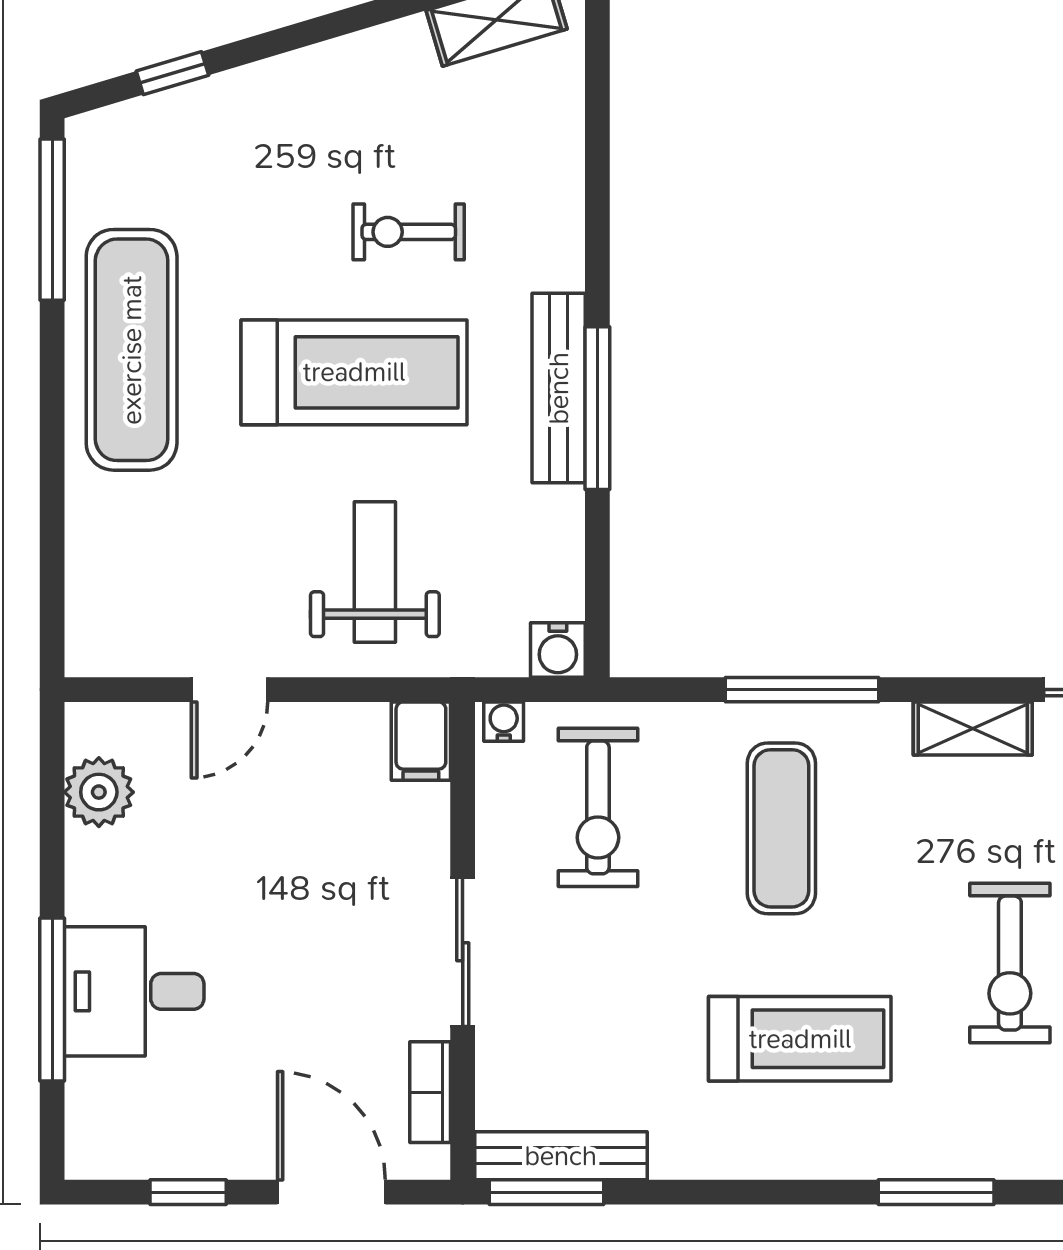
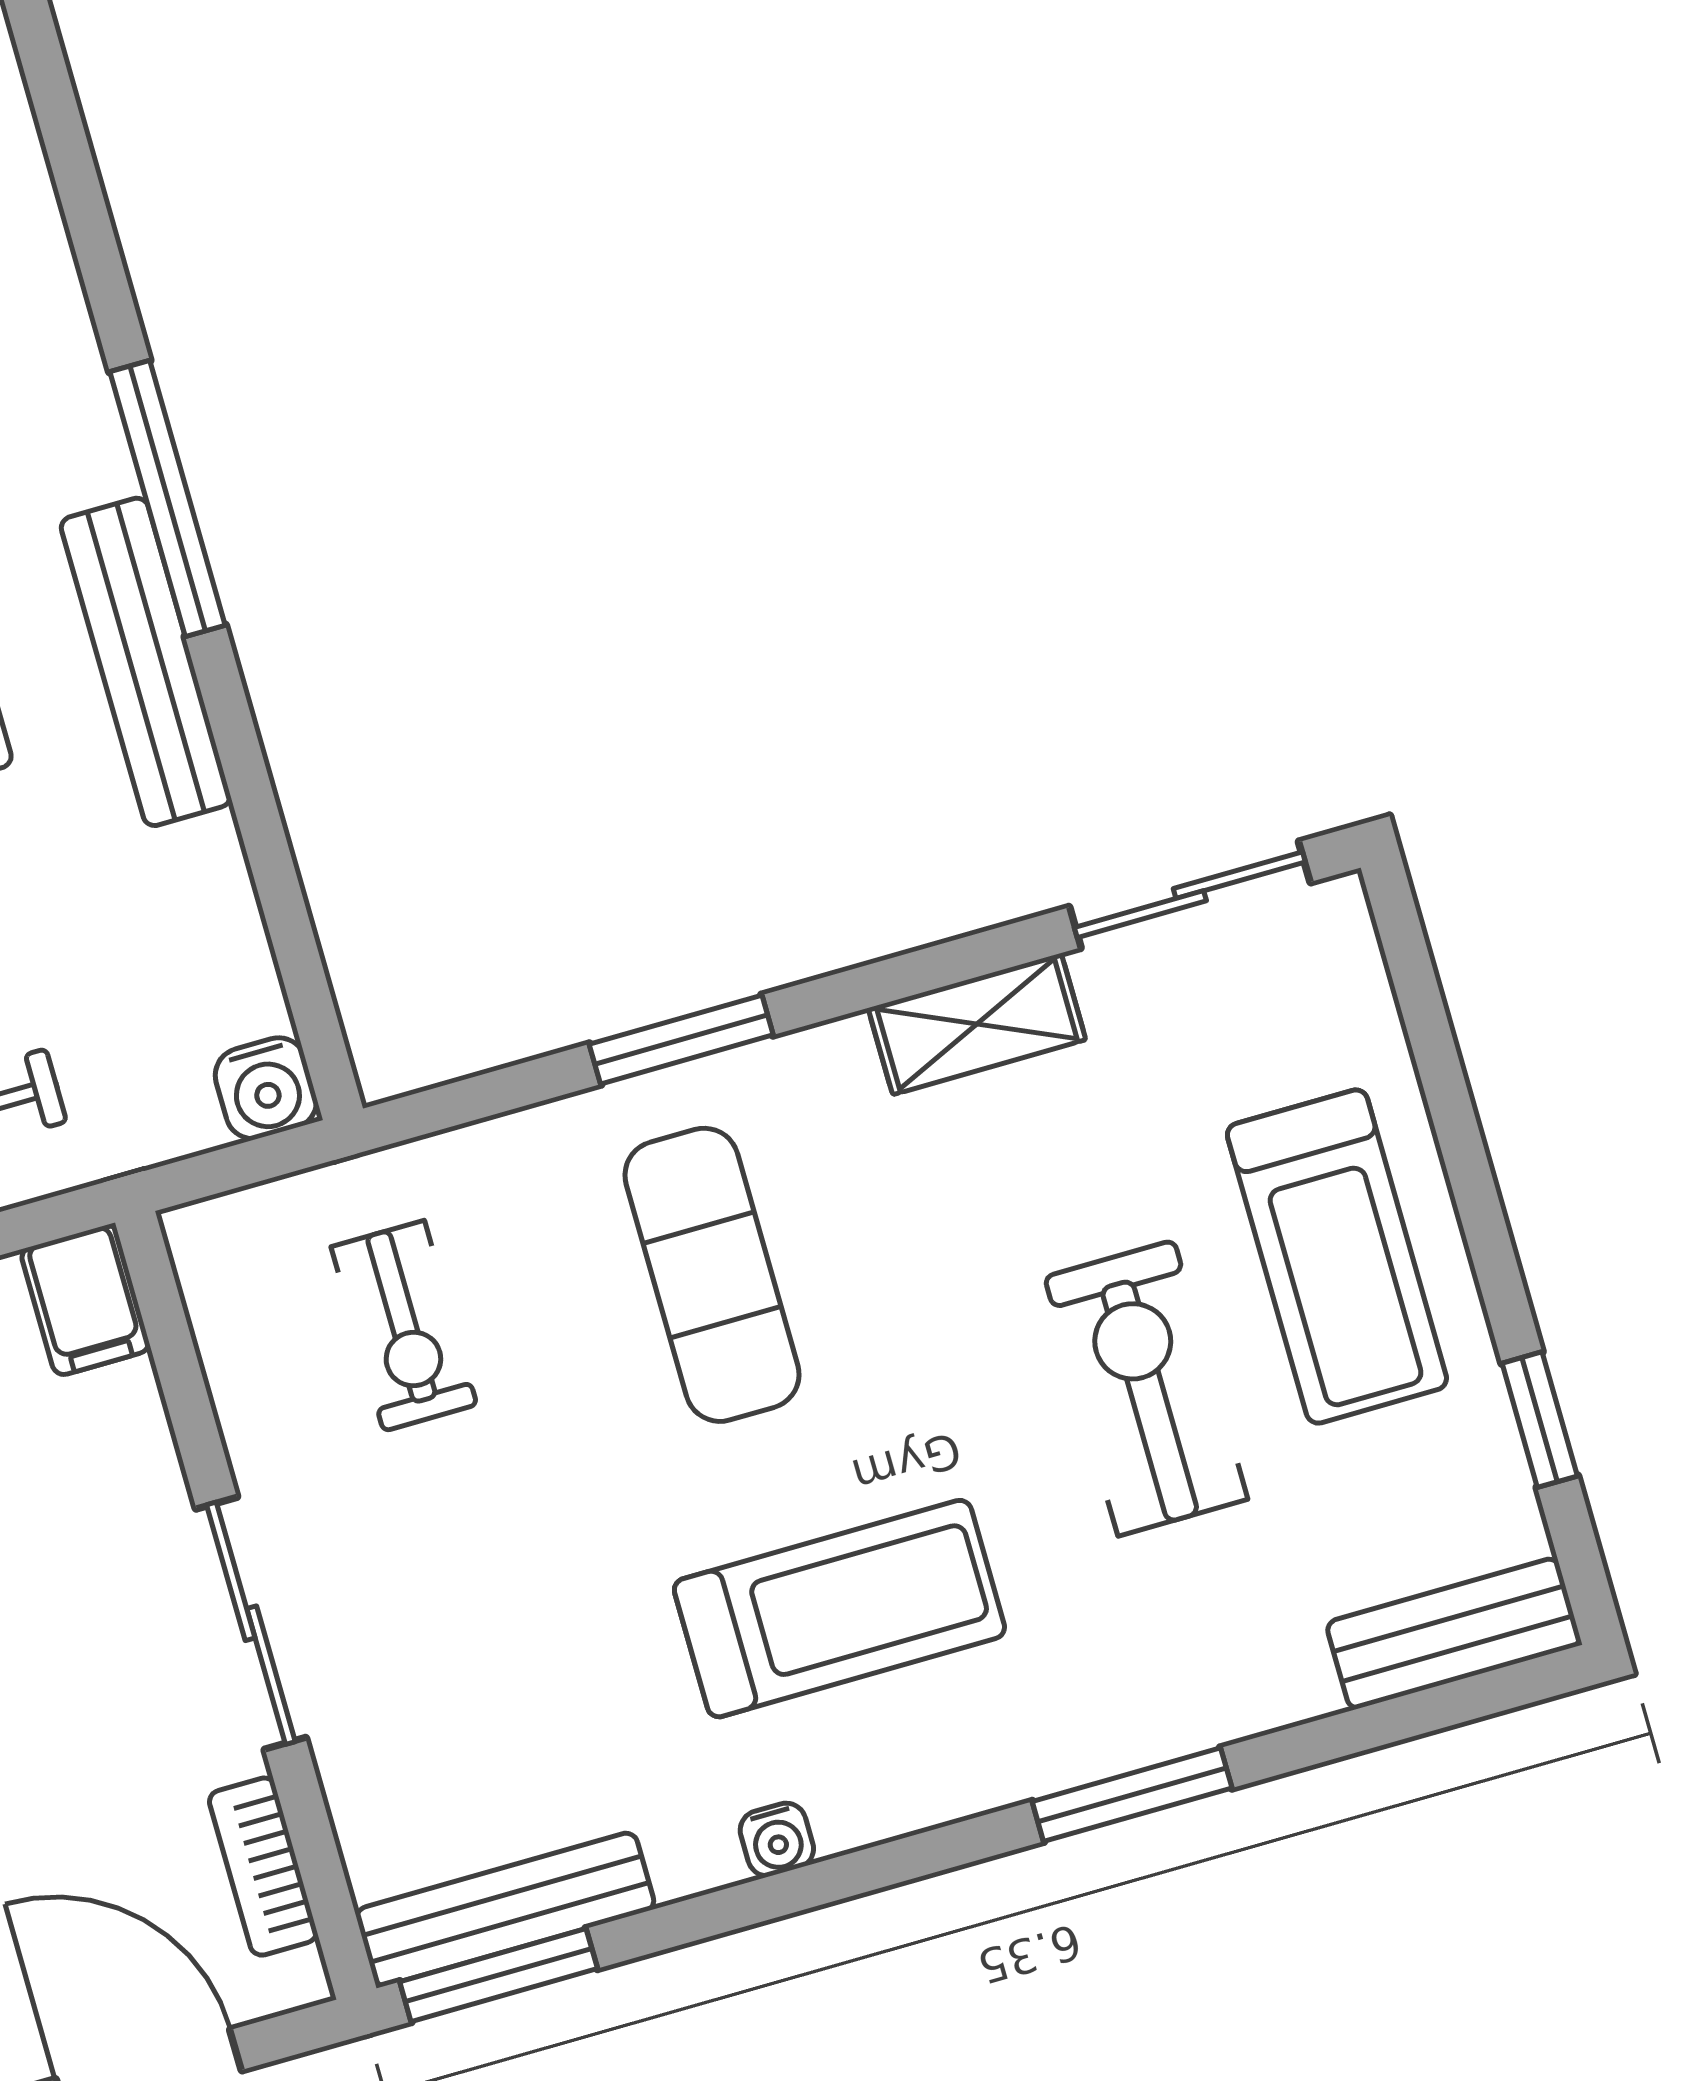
window: (597, 408) -> (168, 499), moved
window: (802, 690) -> (681, 1040), width x0.69
water cooler: (504, 722) -> (777, 1840), moved, turned 180
exercise bike: (598, 807) -> (404, 1326), width x0.73, depth x0.72
exercise bike: (1010, 963) -> (1146, 1388), turned 180

